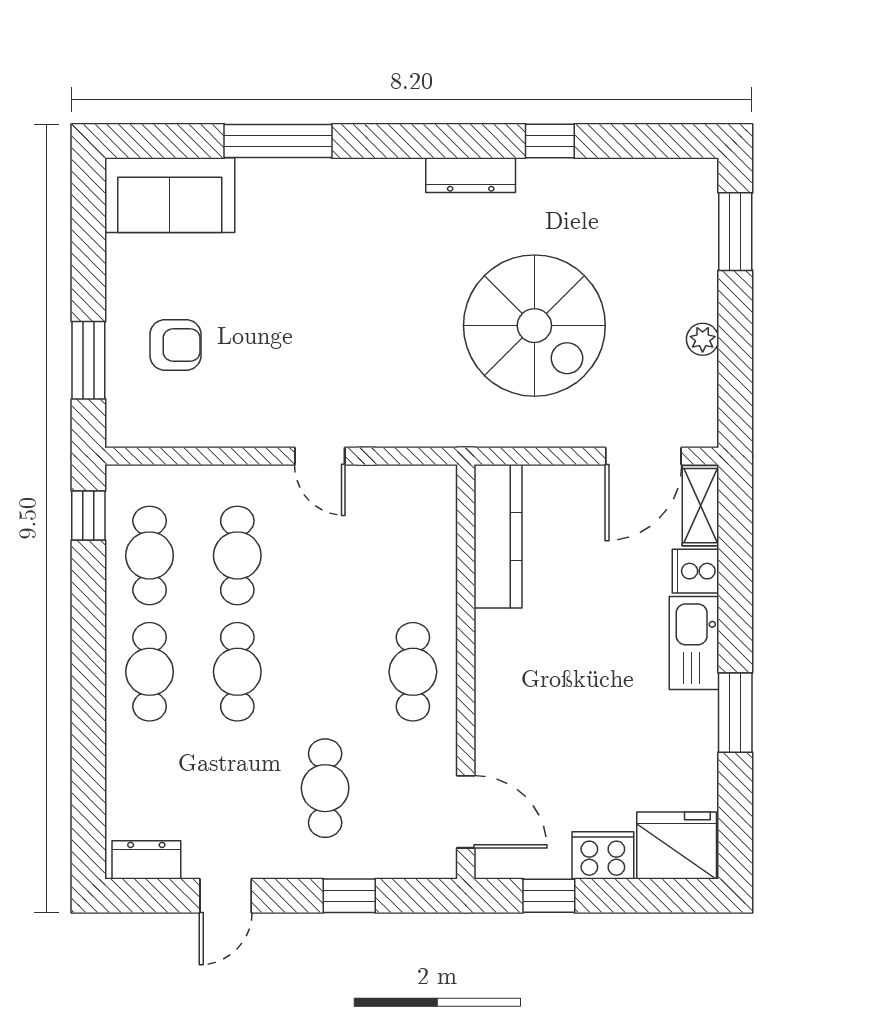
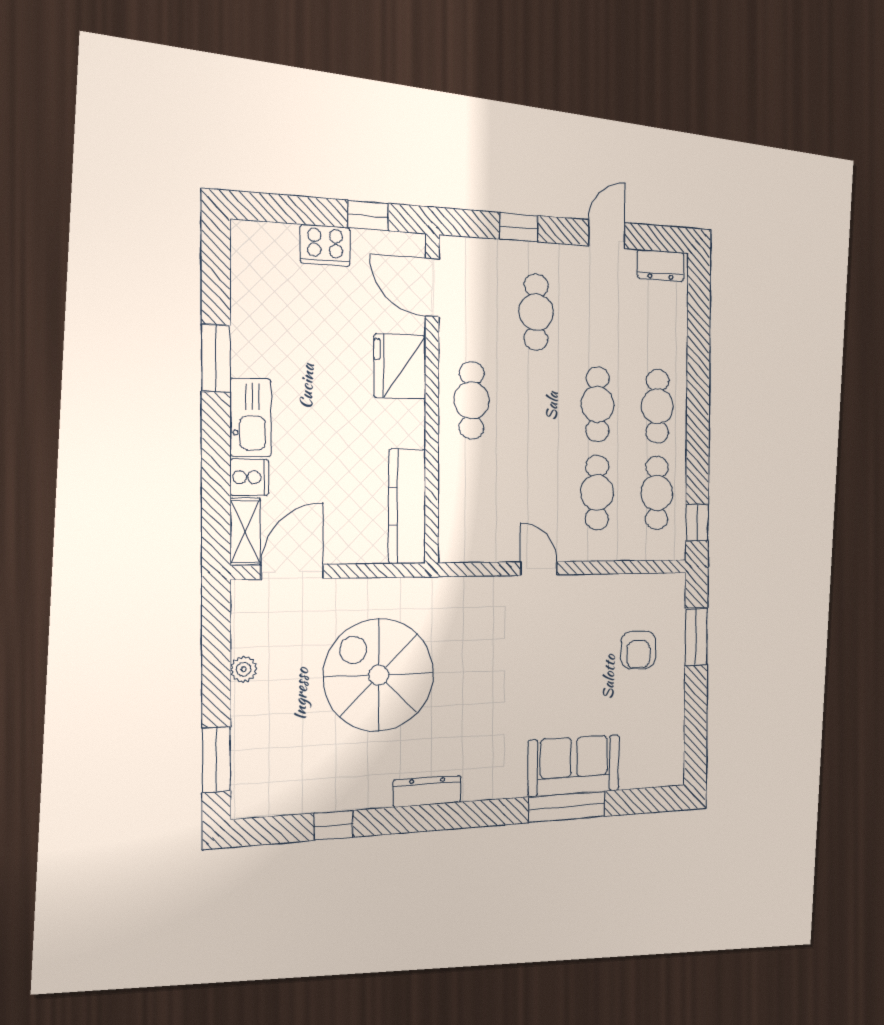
window: (550, 141) -> (334, 825), moved
sofa: (170, 195) -> (574, 766), moved
armchair: (175, 345) -> (638, 650), turned -90
fridge: (677, 845) -> (400, 366), moved, turned 90

